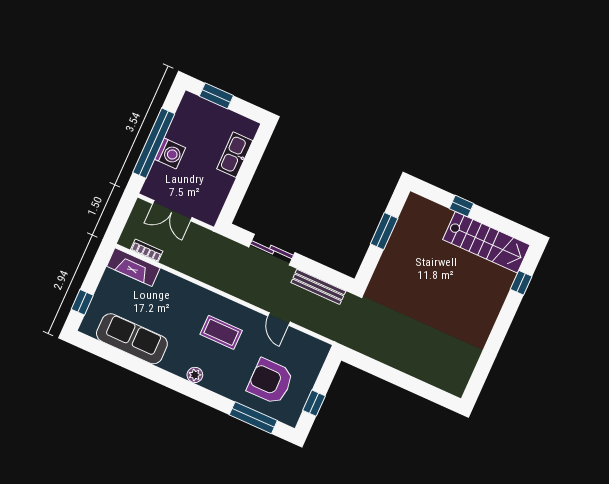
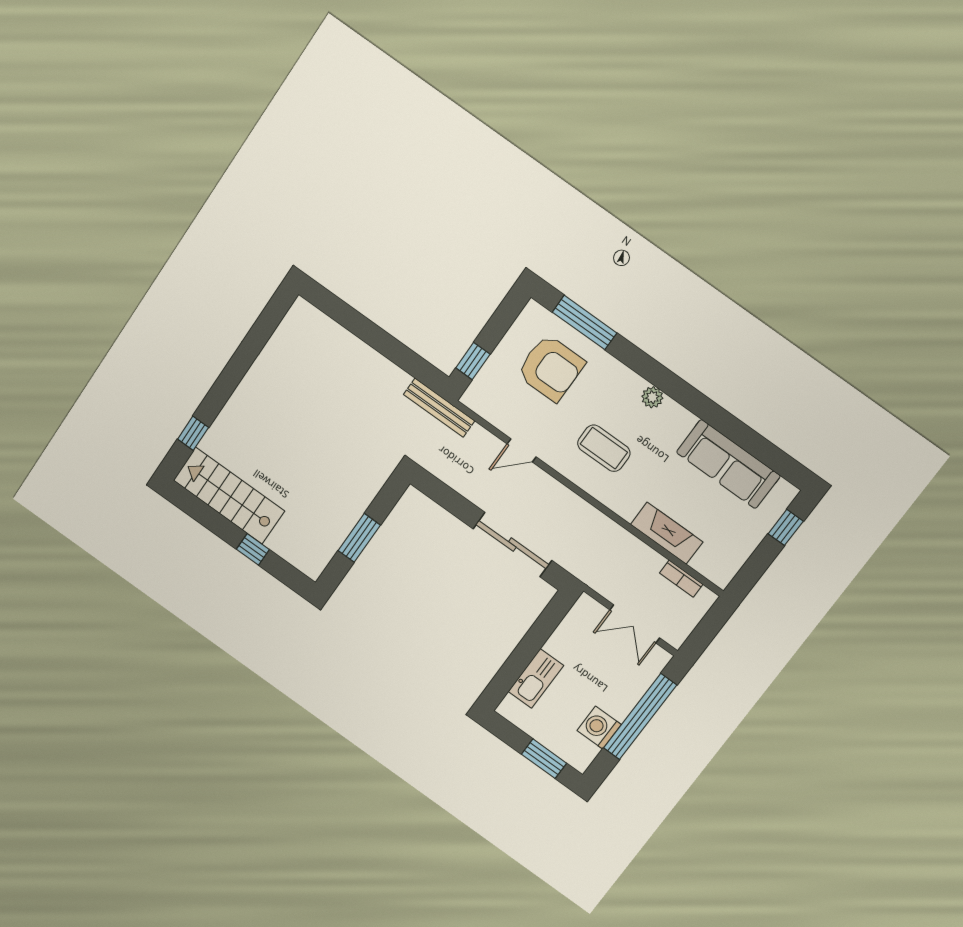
washing machine: (170, 154) -> (599, 728), moved
double door: (172, 211) -> (635, 624), swing flipped
sliding door: (272, 250) -> (512, 545), width x1.37
fireplace: (133, 267) -> (667, 533), moved
bench: (318, 287) -> (439, 408), moved
door: (279, 319) -> (522, 450), swing flipped
window: (314, 403) -> (473, 361), moved

